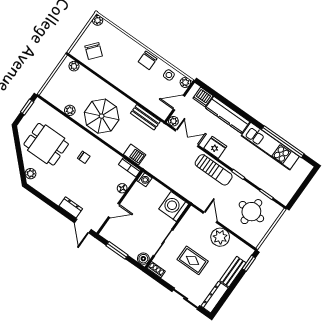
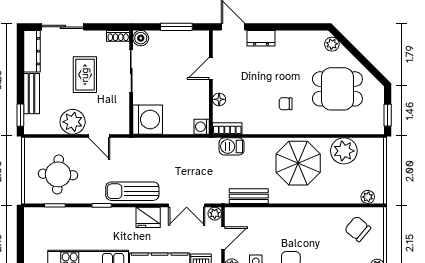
plant: (70, 110) -> (344, 151), width x1.87, depth x1.87
rug: (193, 260) -> (85, 75), turned 90

